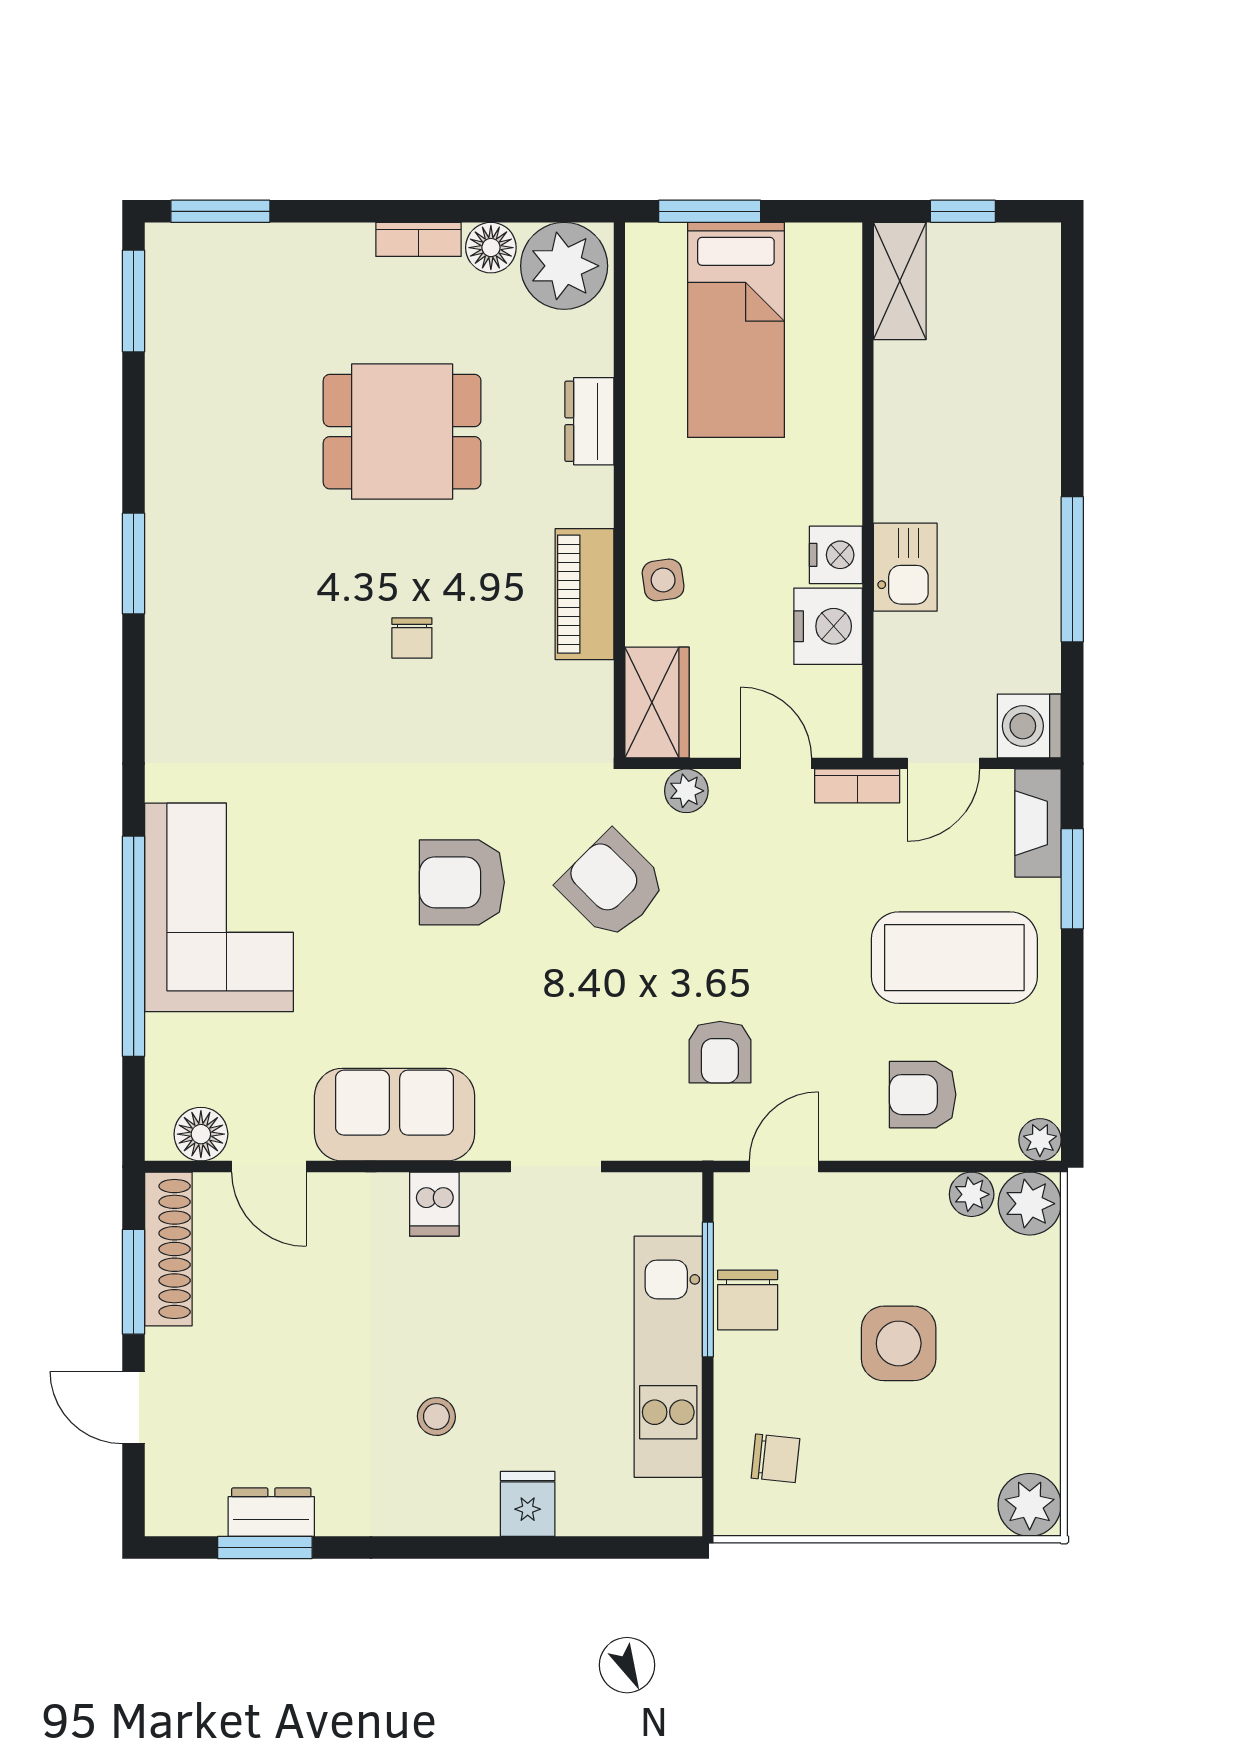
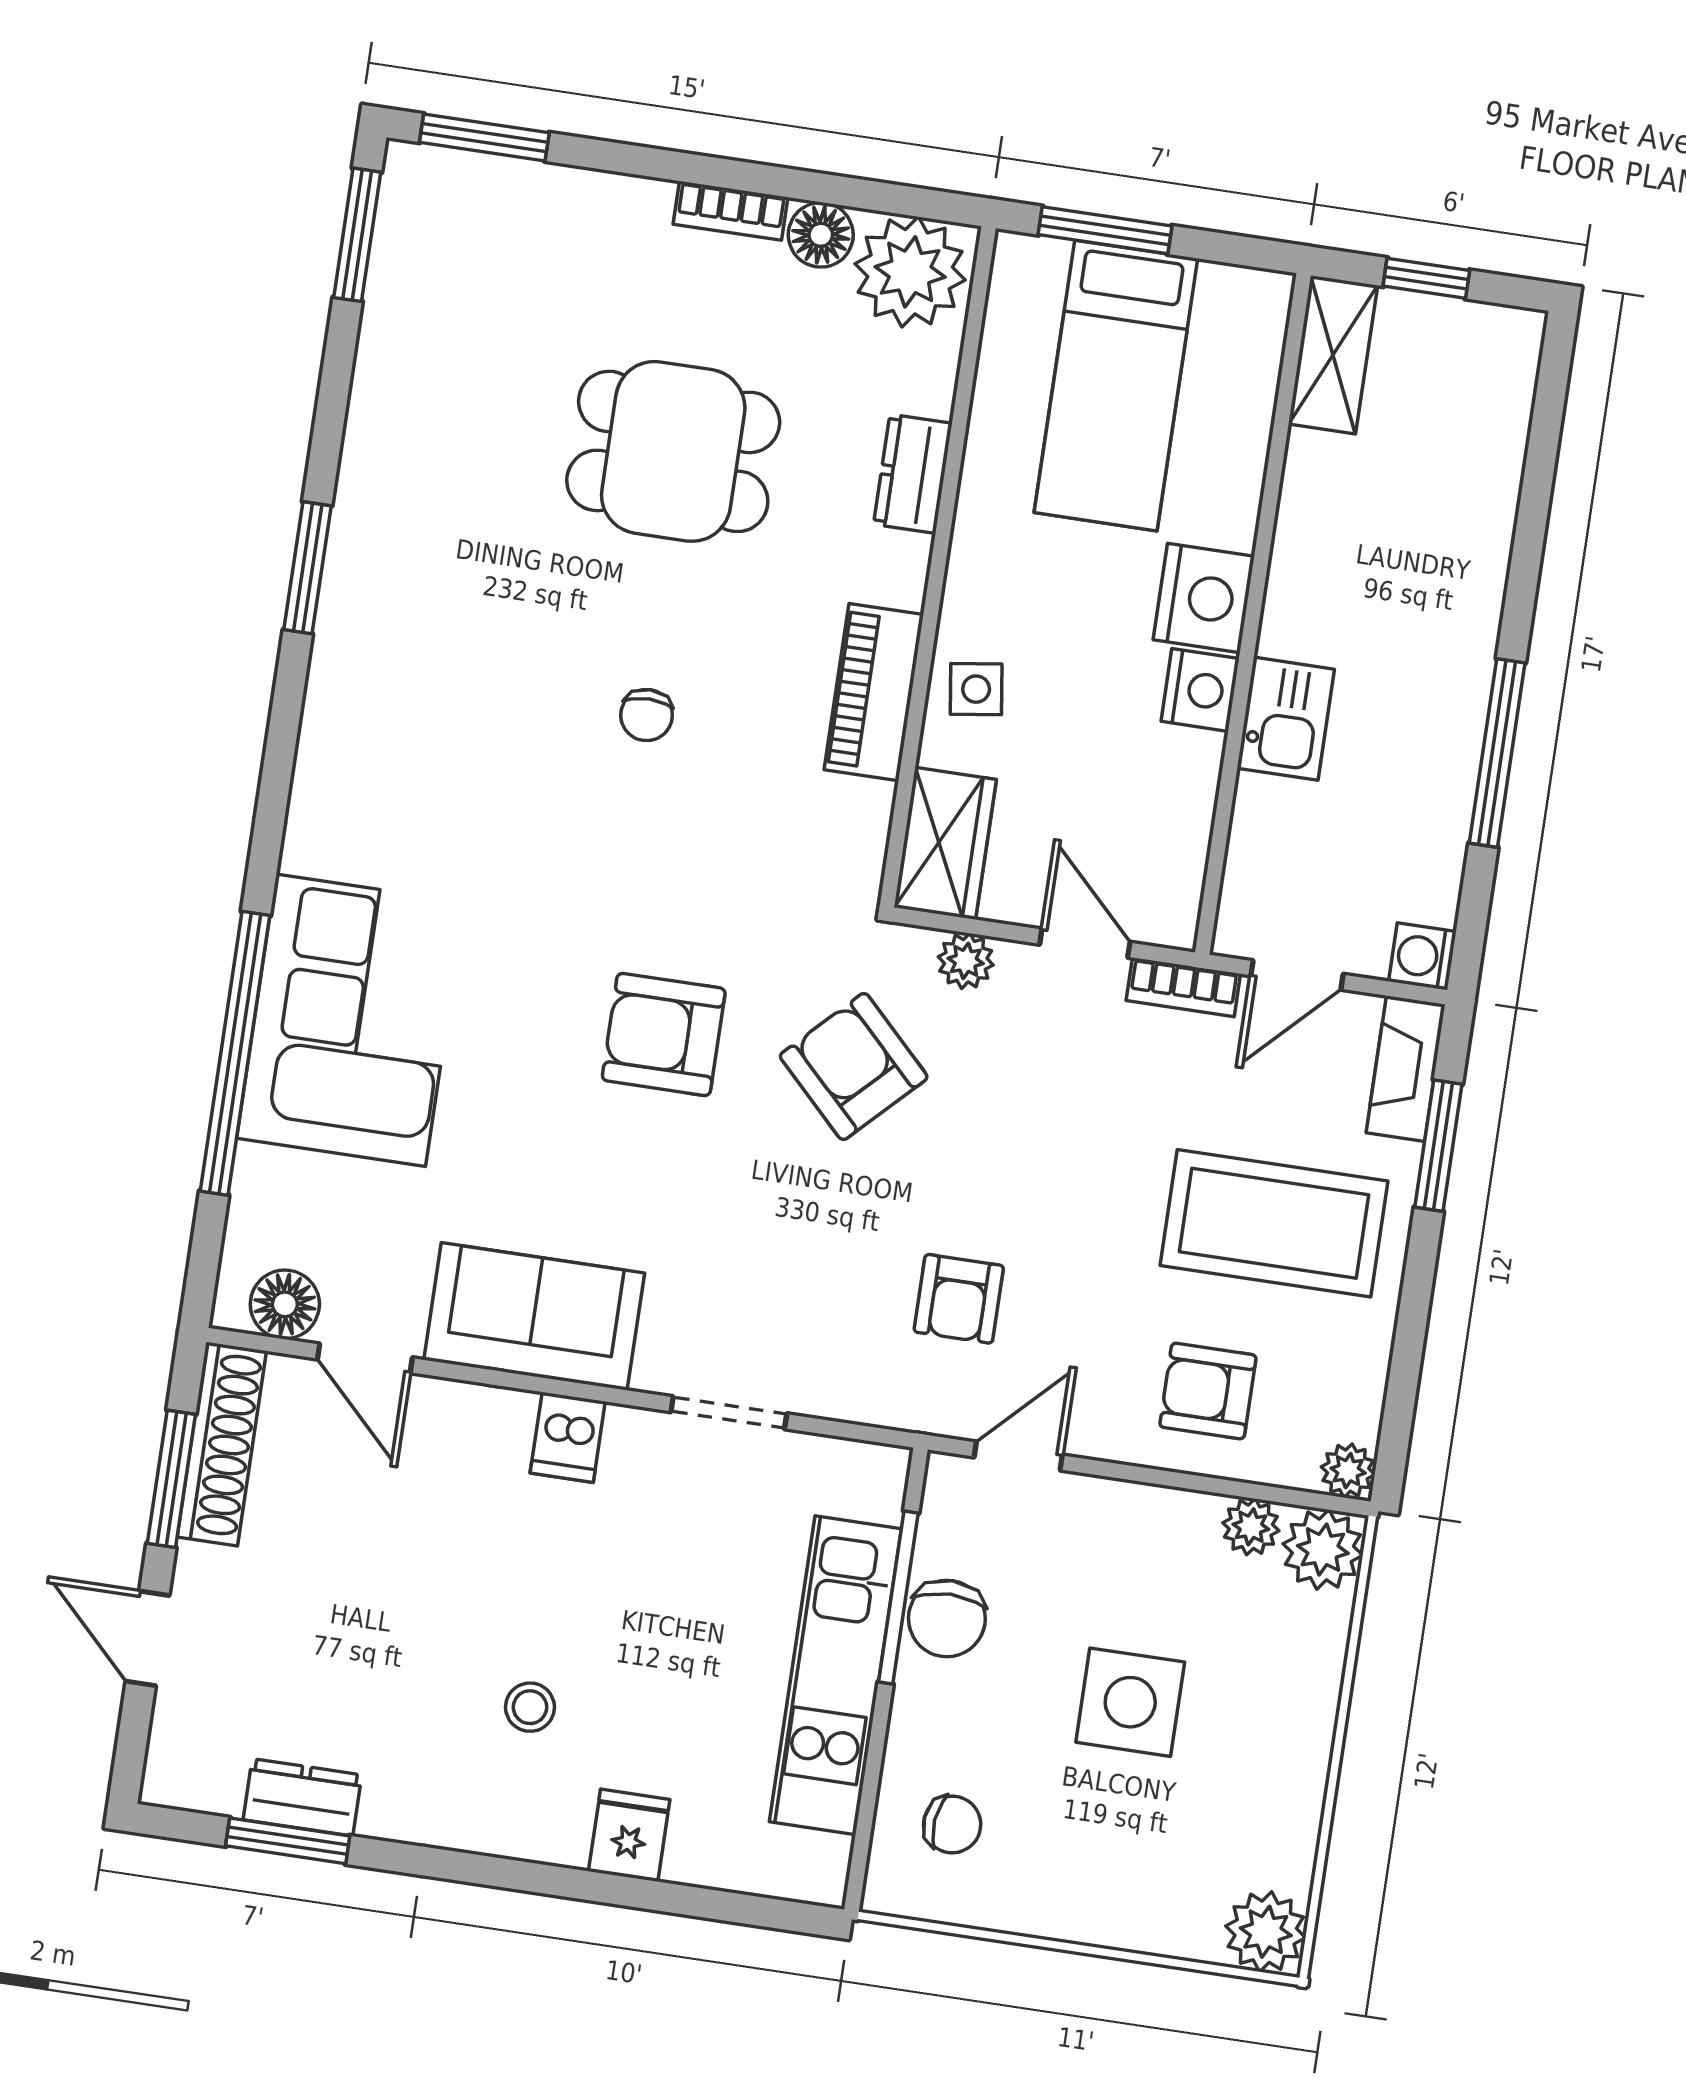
nightstand: (828, 626) -> (1204, 598), moved
washing machine: (1029, 726) -> (1422, 956), width x0.73, depth x0.73

